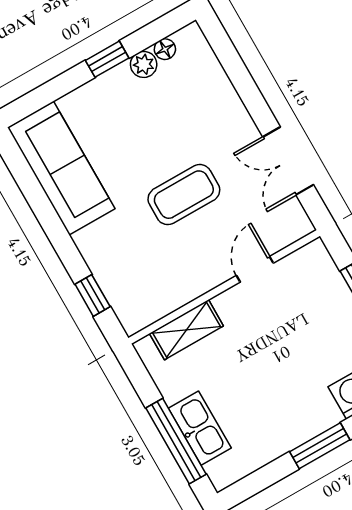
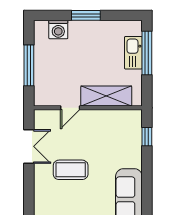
coffee table: (184, 195) -> (71, 170), moved
shelving: (186, 330) -> (106, 96), width x1.50, depth x1.33

